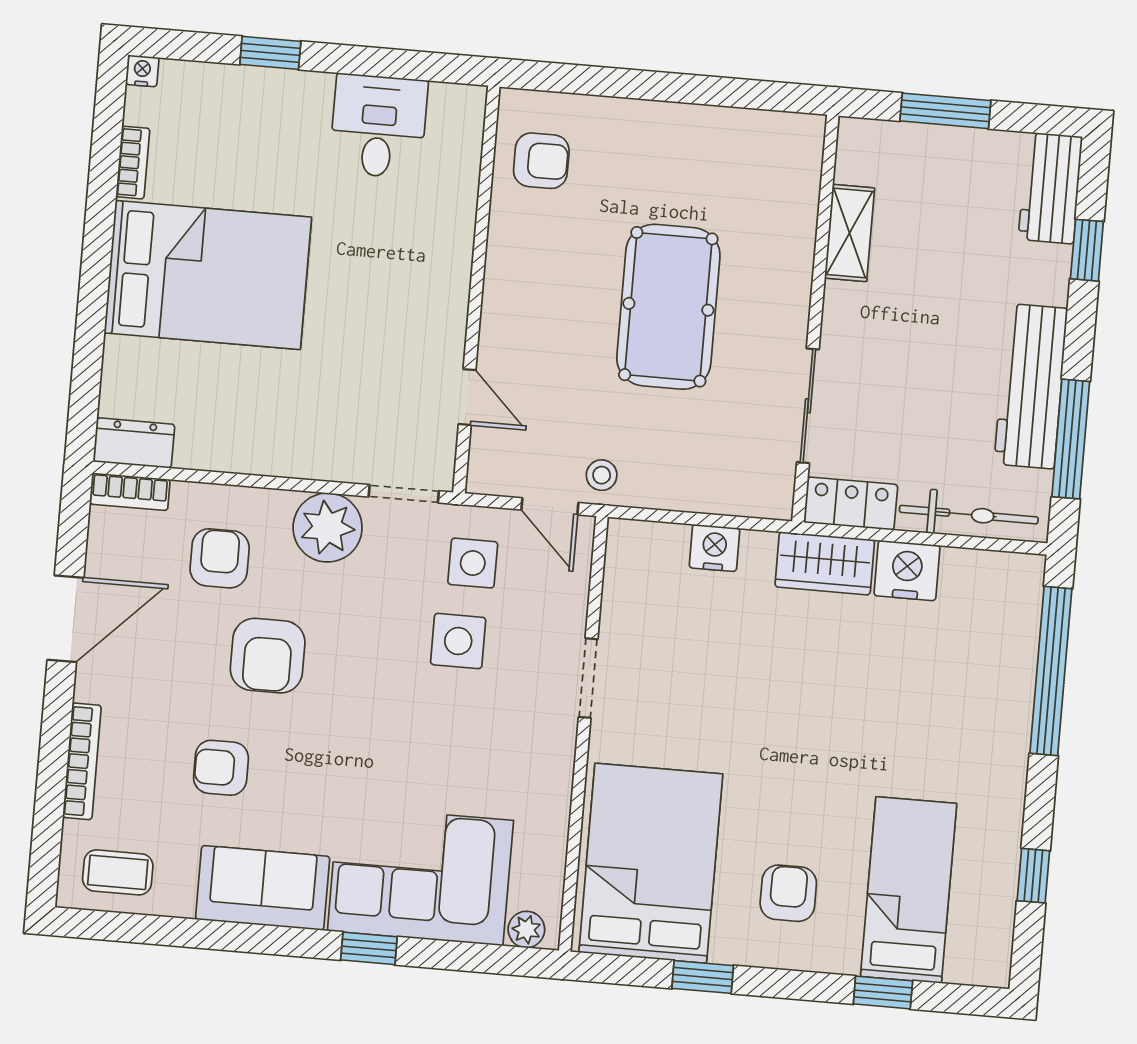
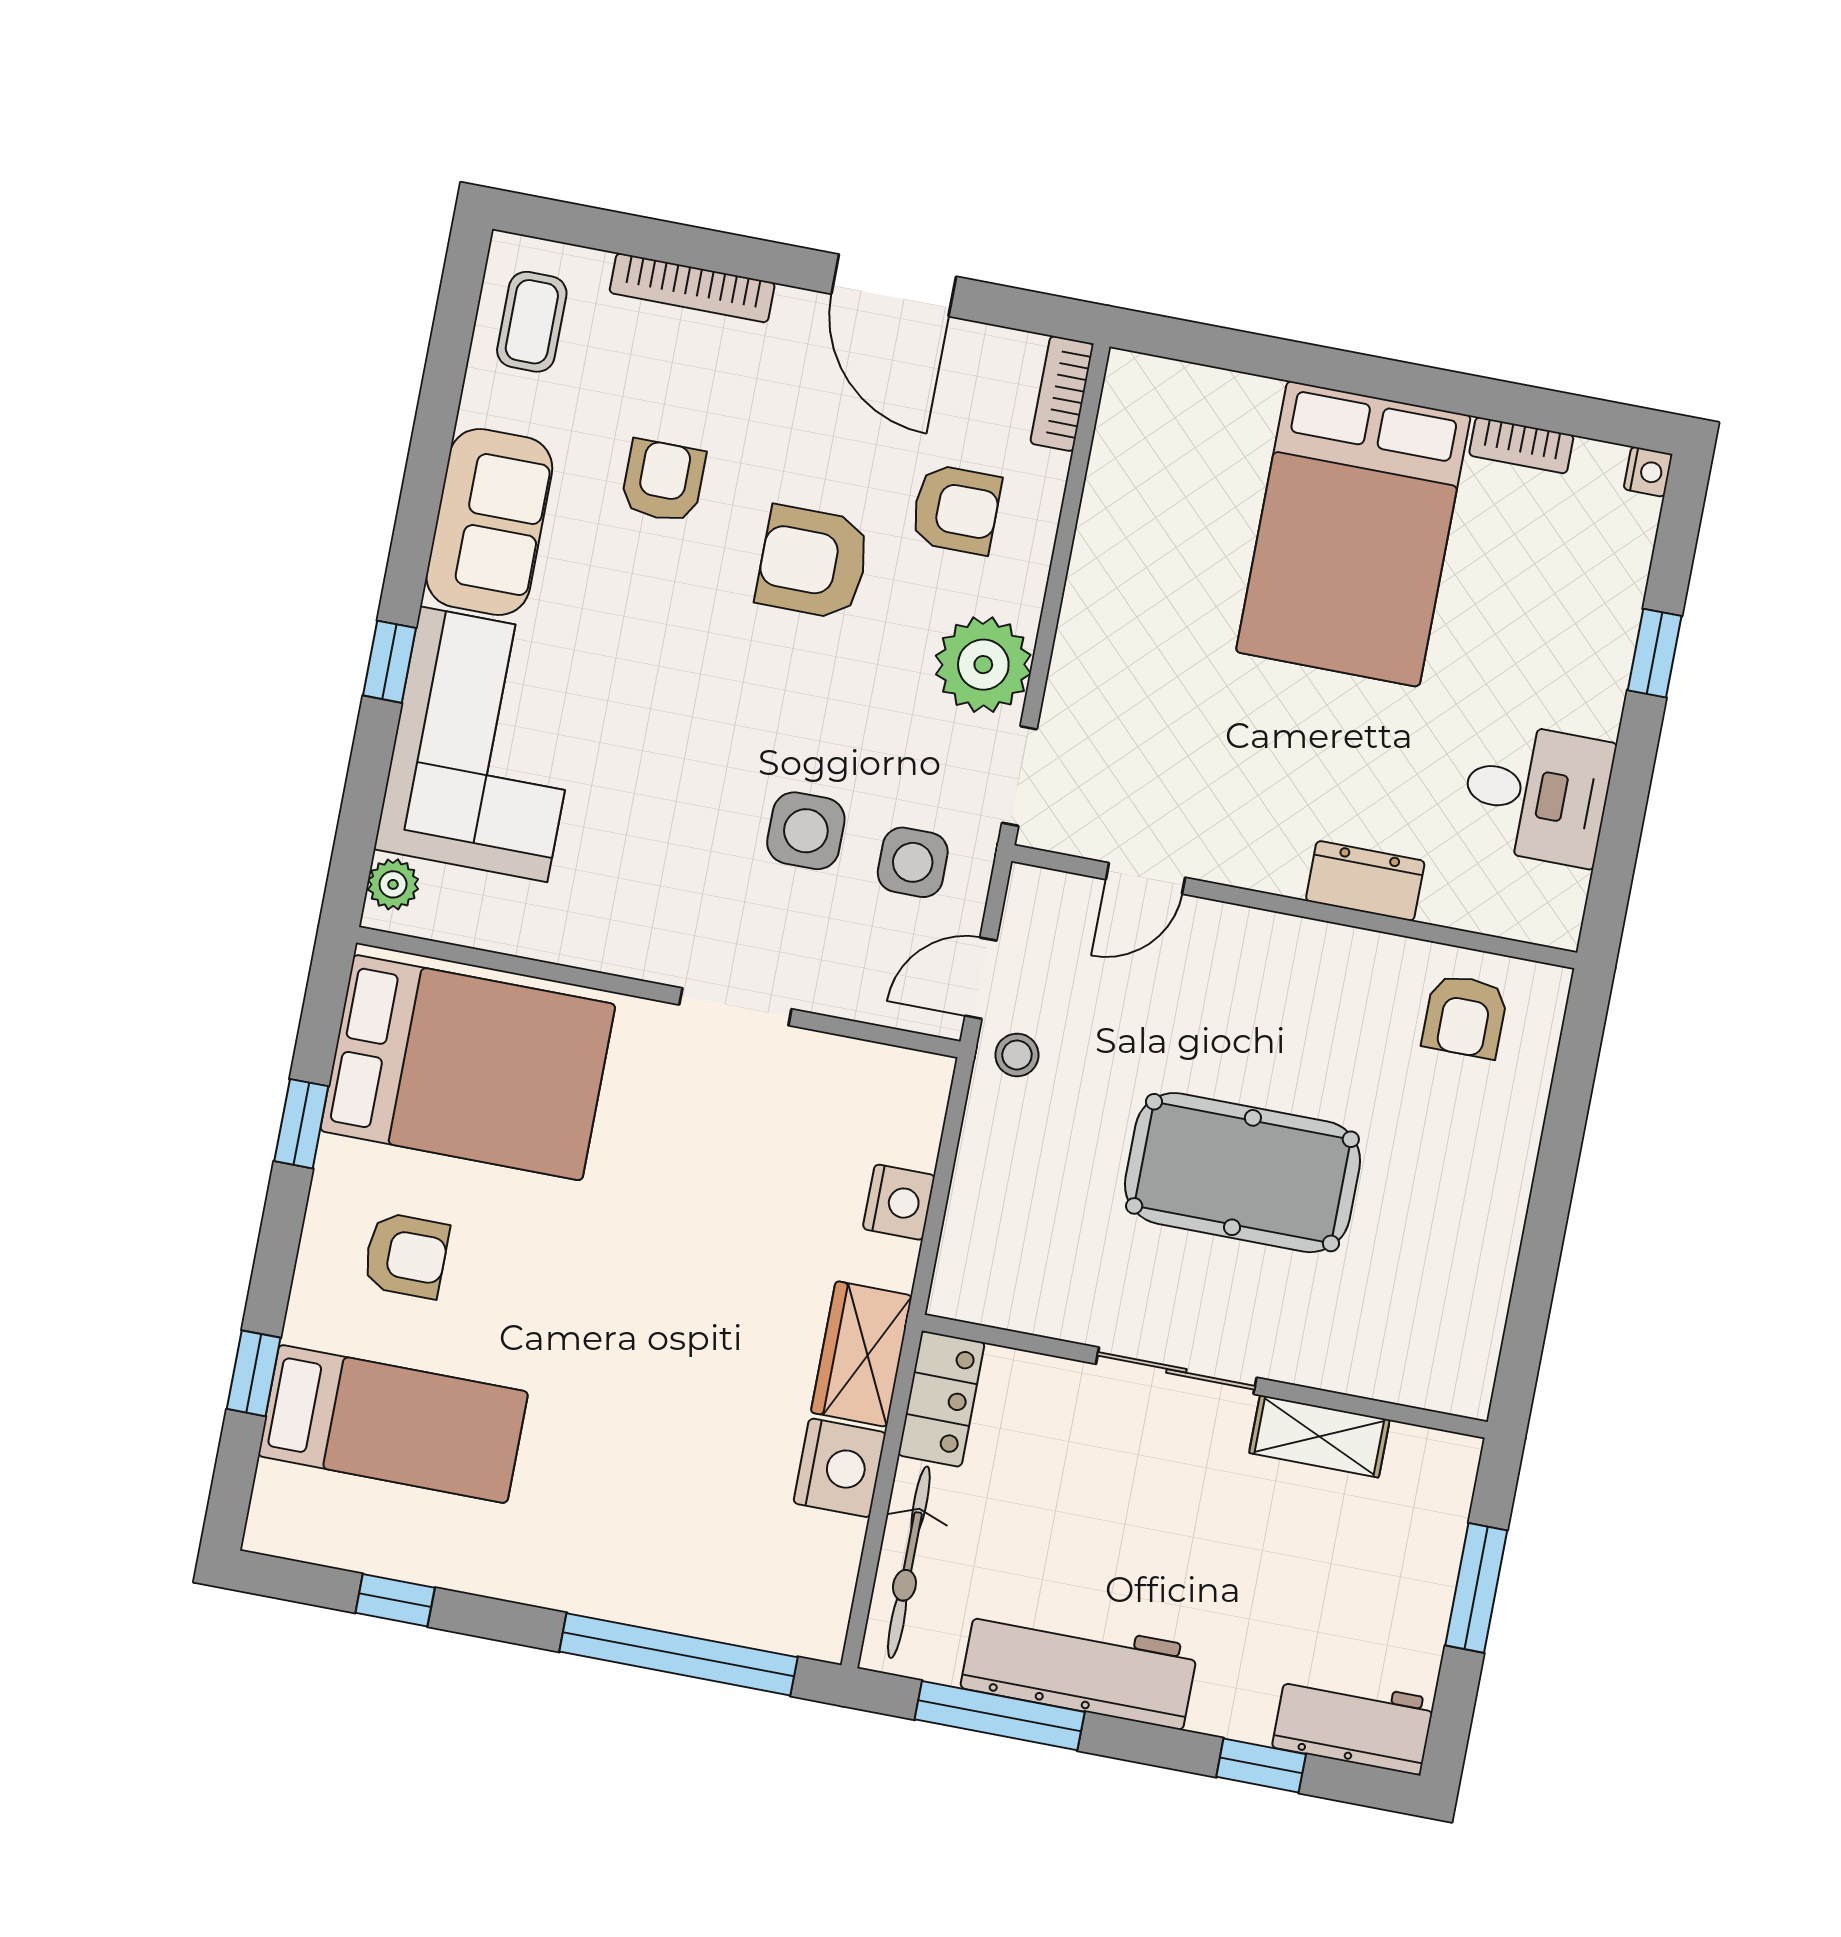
sliding door: (808, 406) -> (1176, 1371), moved
dresser: (134, 443) -> (1365, 881), moved, turned -90

